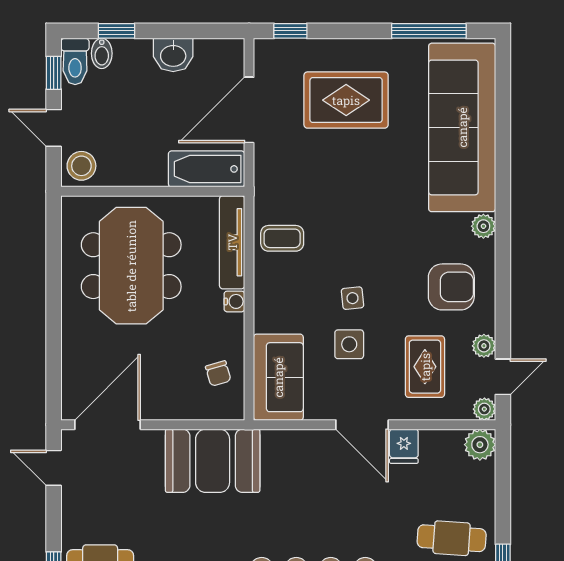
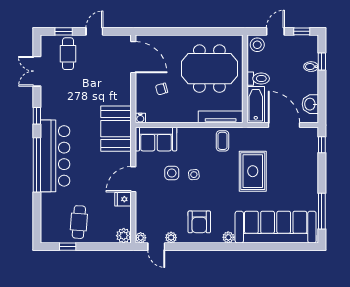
bidet: (102, 53) -> (311, 67), moved
washbasin: (173, 55) -> (310, 104), moved
toilet: (75, 61) -> (258, 79), moved, turned 180
rug: (346, 100) -> (253, 171), moved
water cooler: (234, 301) -> (140, 118), moved
rug: (425, 367) -> (161, 209), removed
chair: (218, 373) -> (162, 89), moved
booth: (213, 461) -> (116, 129), moved
door: (54, 468) -> (94, 31), moved

